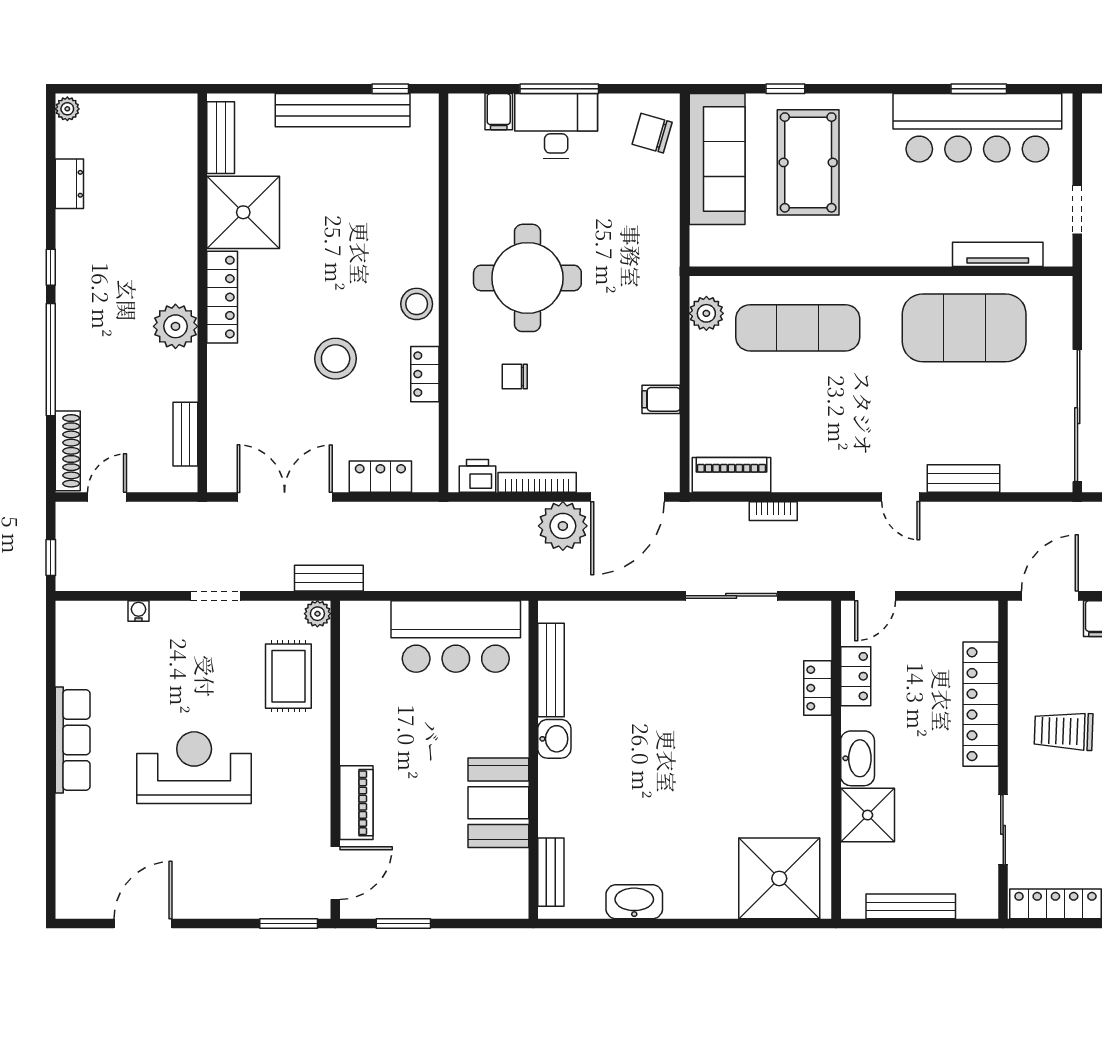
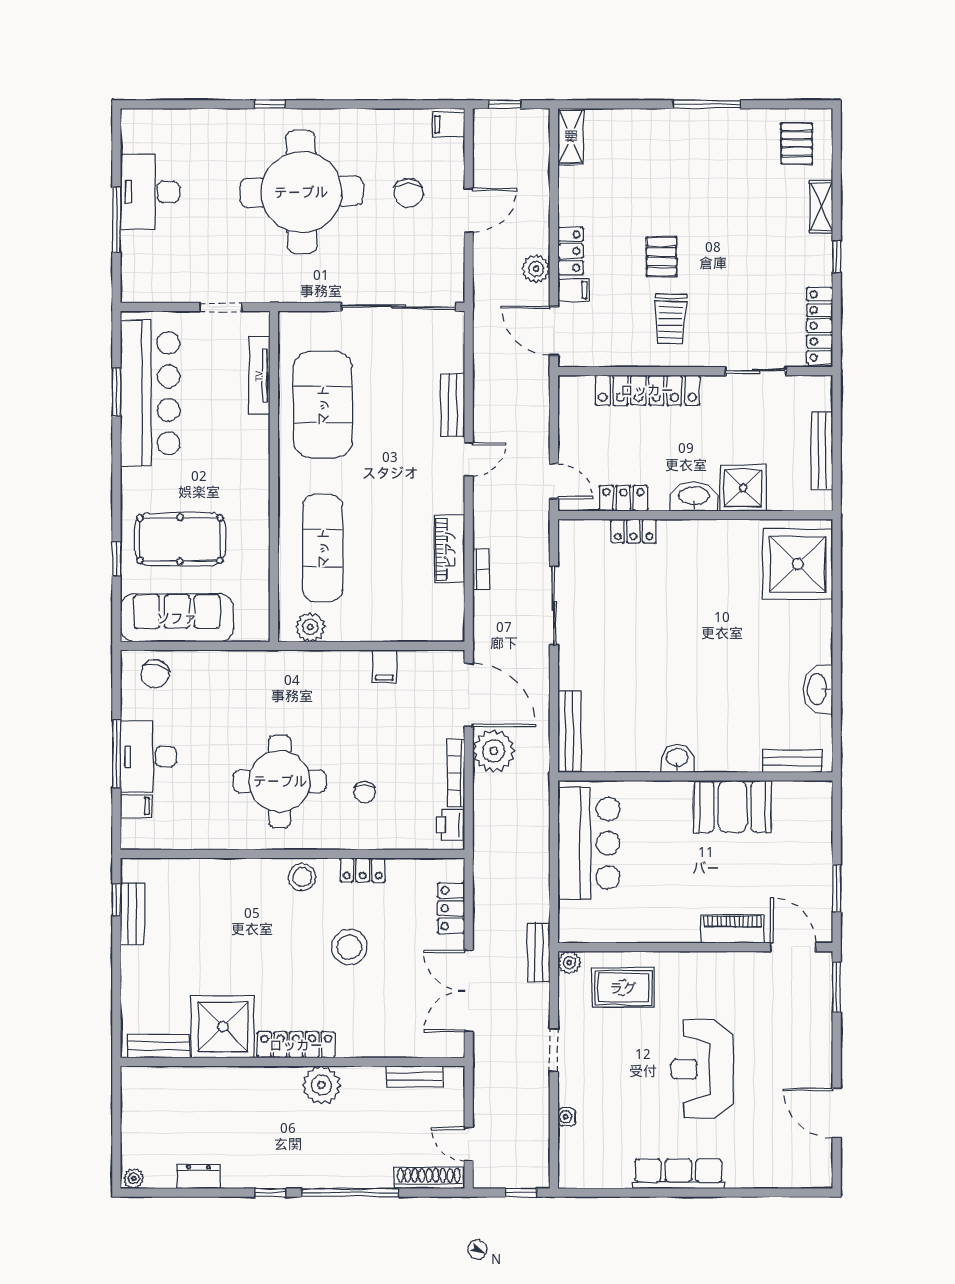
bench: (343, 110) -> (132, 914), width x0.54, depth x0.82
piano: (731, 475) -> (450, 549), moved
bench: (551, 670) -> (569, 731), moved, turned 90

